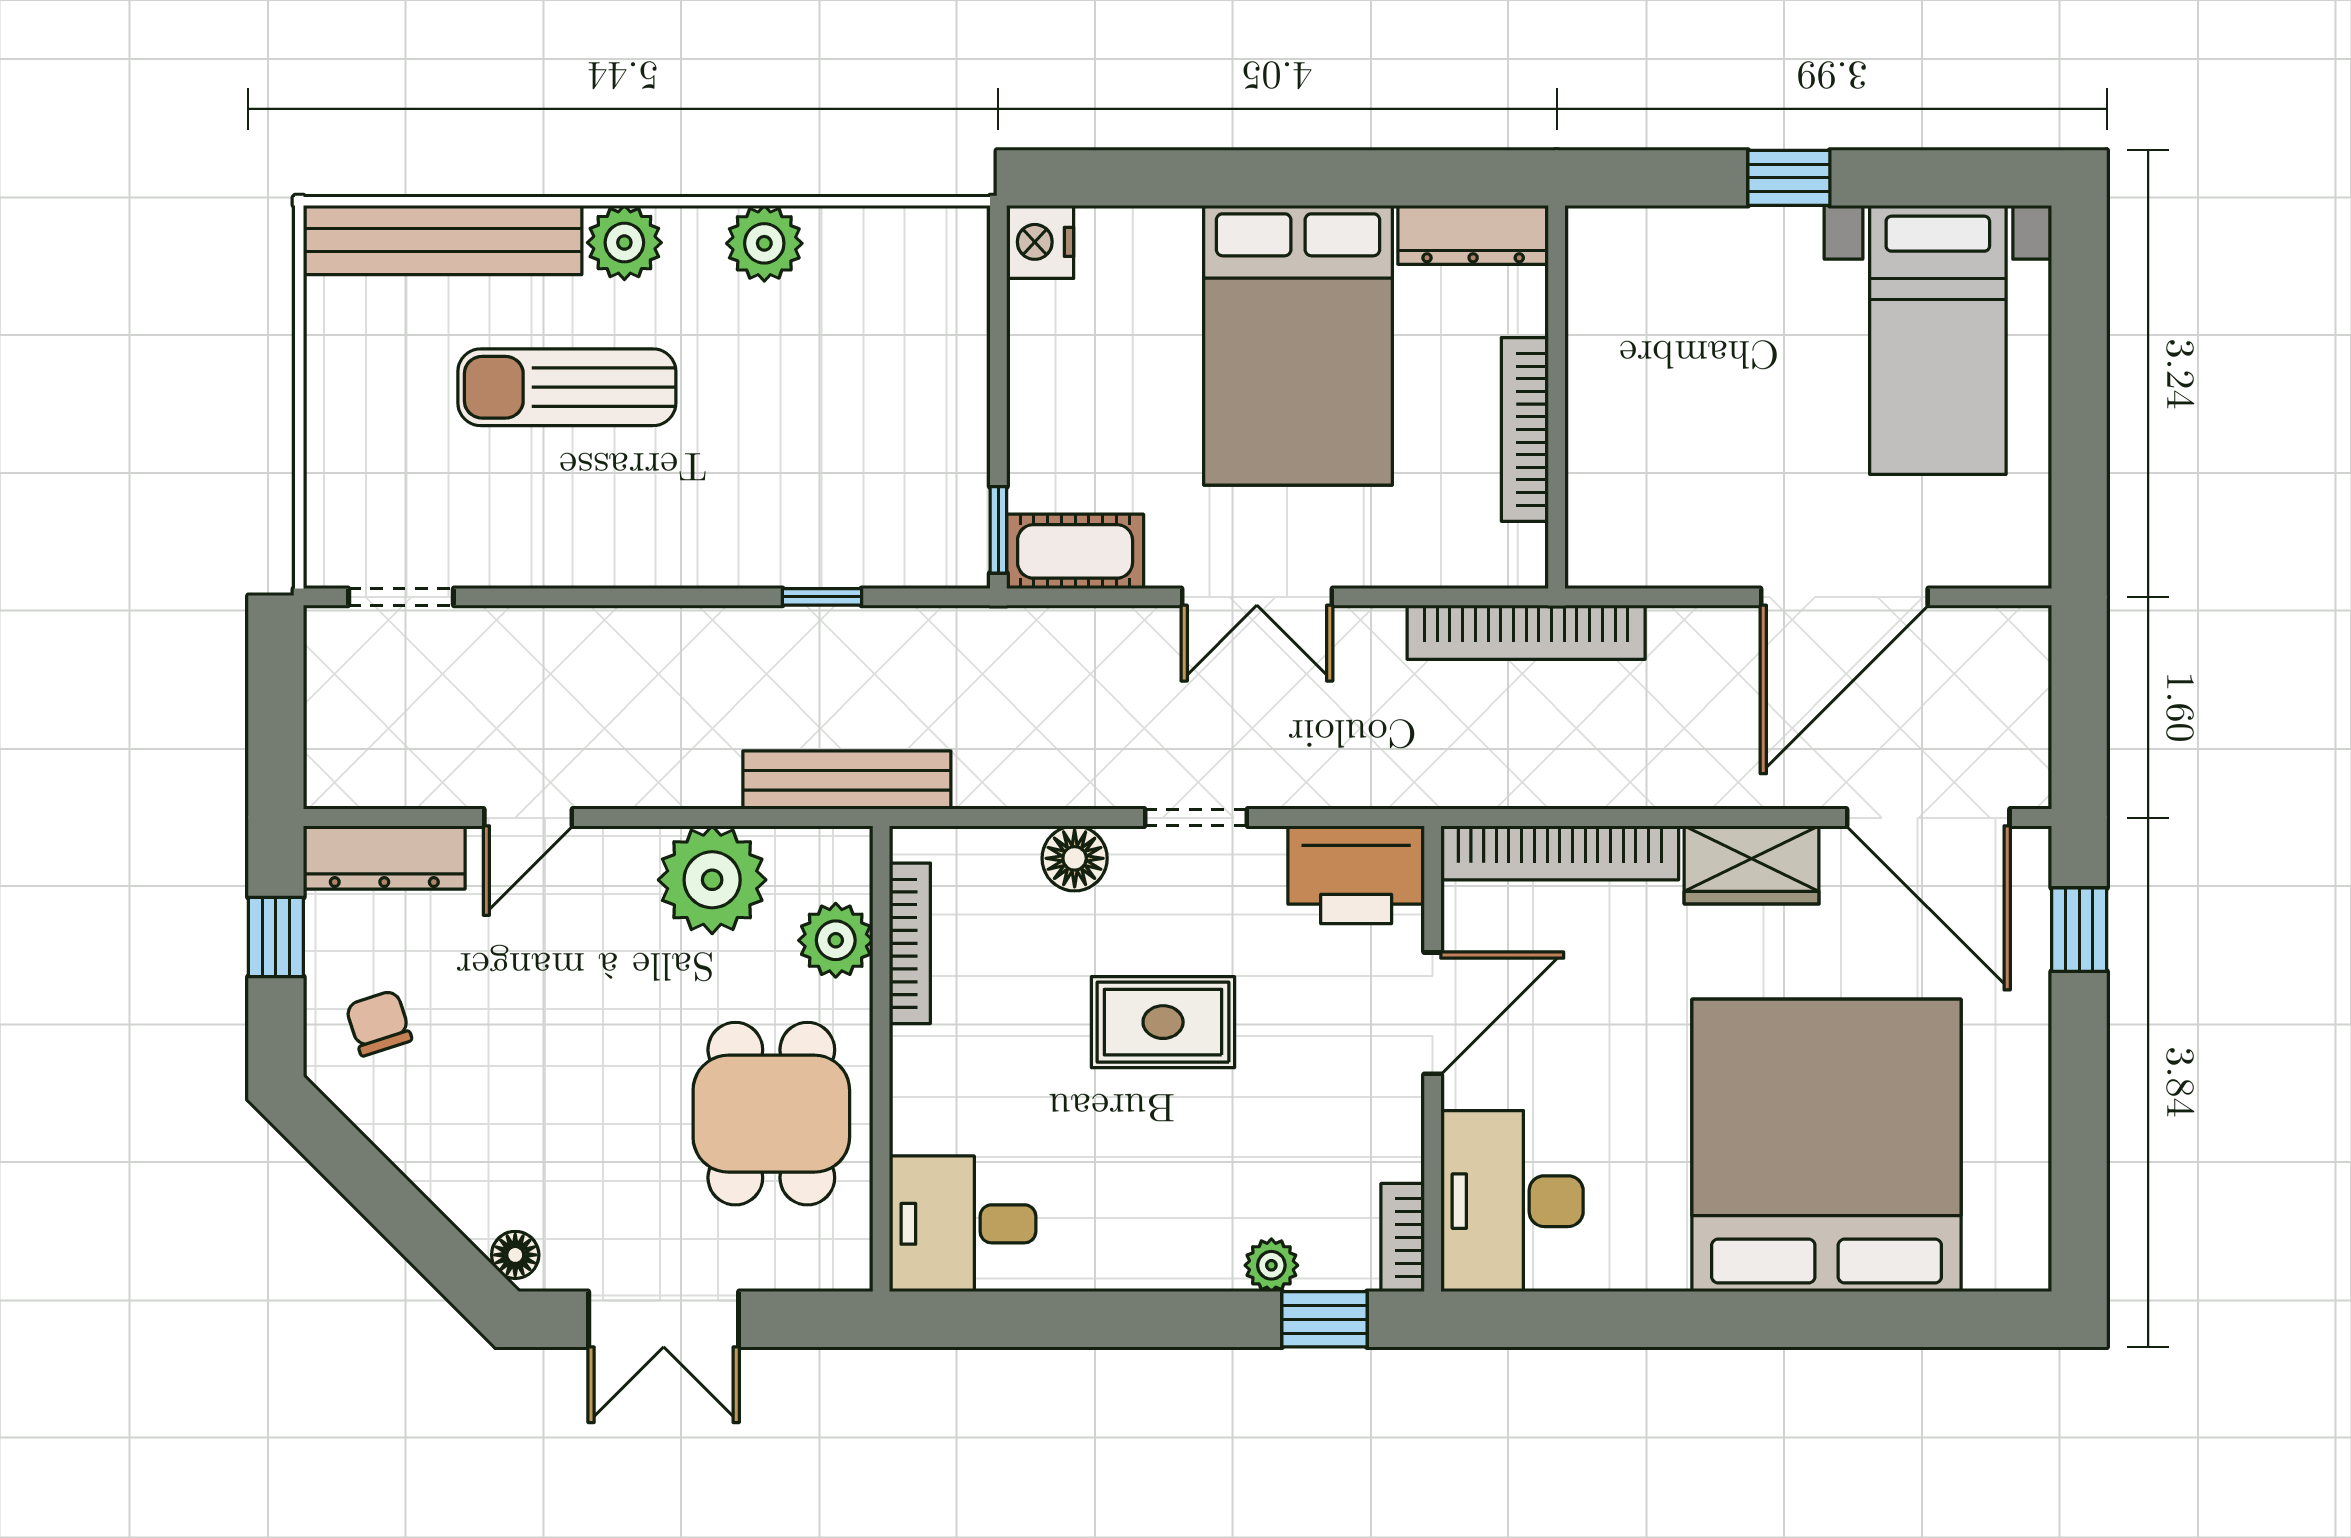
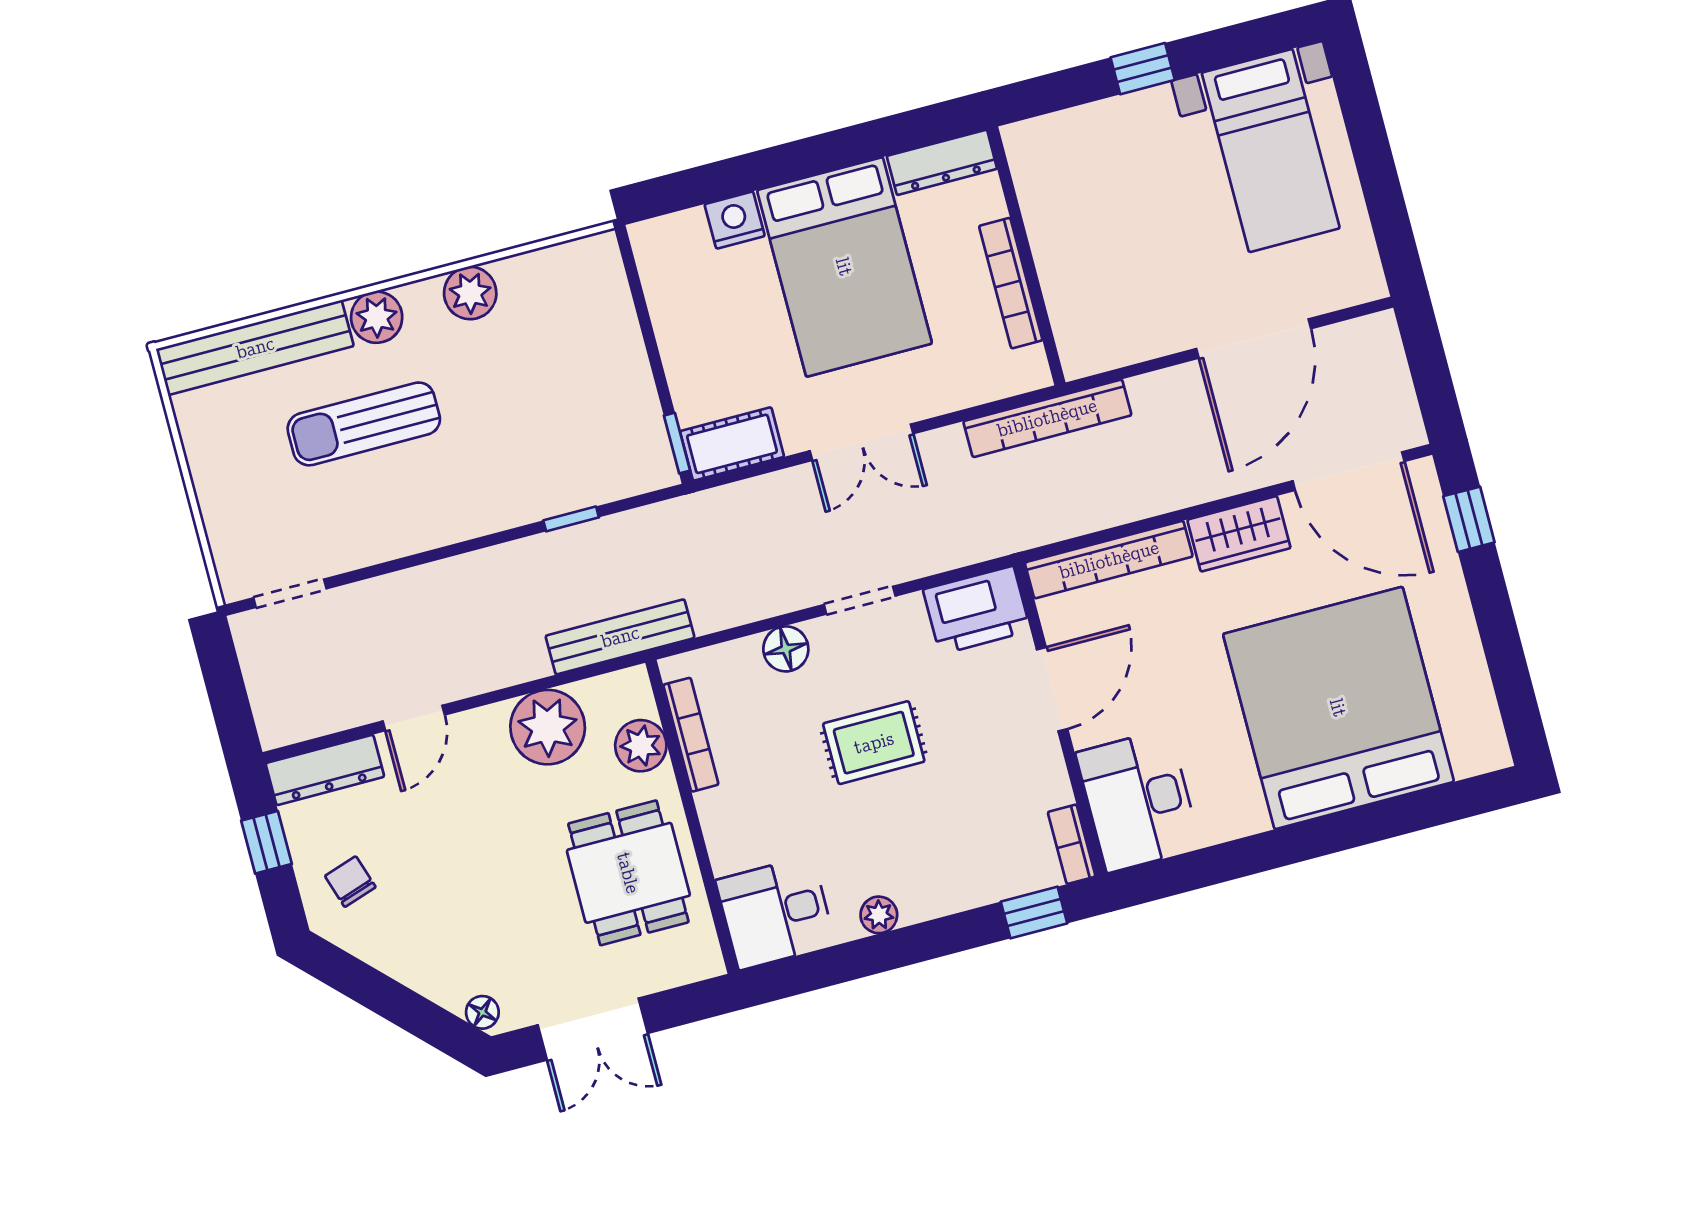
nightstand: (1040, 242) -> (735, 220), moved, turned 90
plant: (1271, 1265) -> (879, 915), moved

